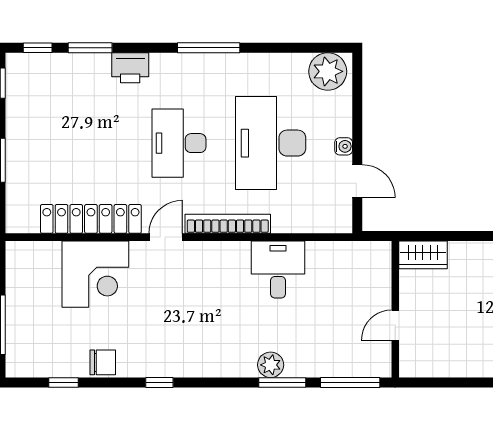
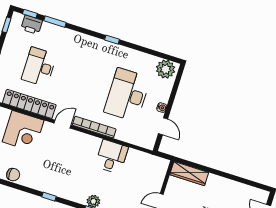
window: (209, 48) -> (112, 40), width x0.46
printer: (130, 68) -> (32, 25), moved
desk: (179, 143) -> (39, 67), moved
wardrobe: (423, 255) -> (189, 174), width x1.50
window: (159, 383) -> (49, 197), moved

